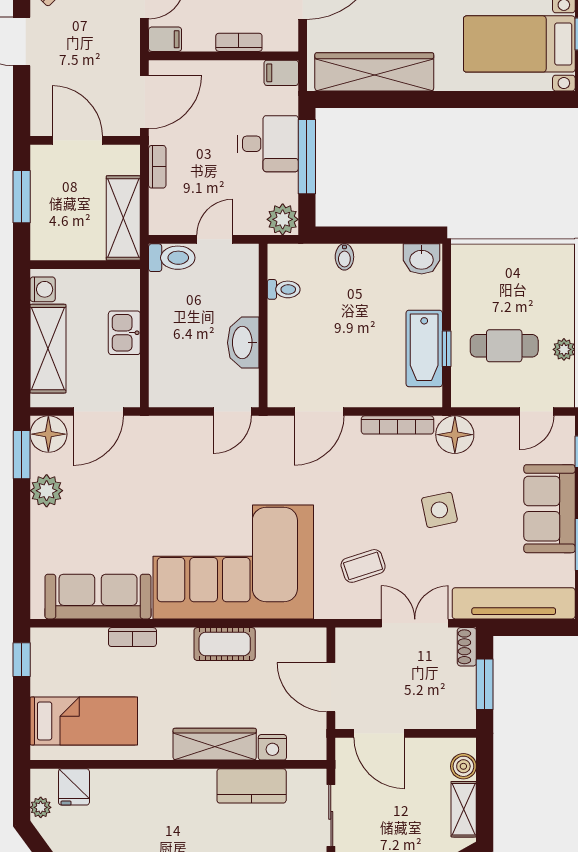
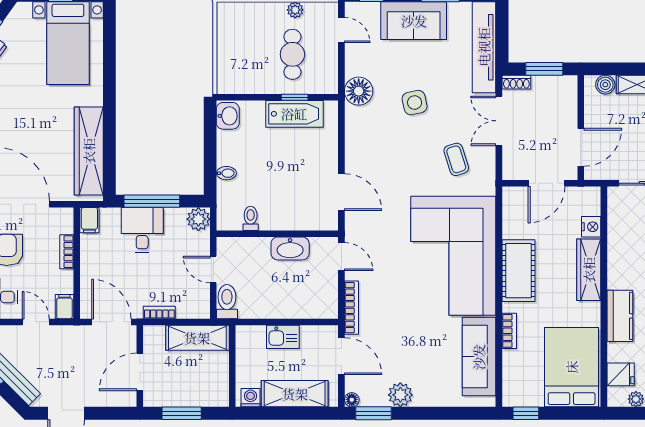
bookcase: (397, 425) -> (351, 308), moved
floor lamp: (48, 434) -> (352, 400), width x0.53, depth x0.53
cot: (225, 644) -> (519, 271), width x1.37, depth x1.34
bed: (84, 721) -> (572, 367), width x1.50
kitchen counter: (252, 786) -> (620, 316), moved

